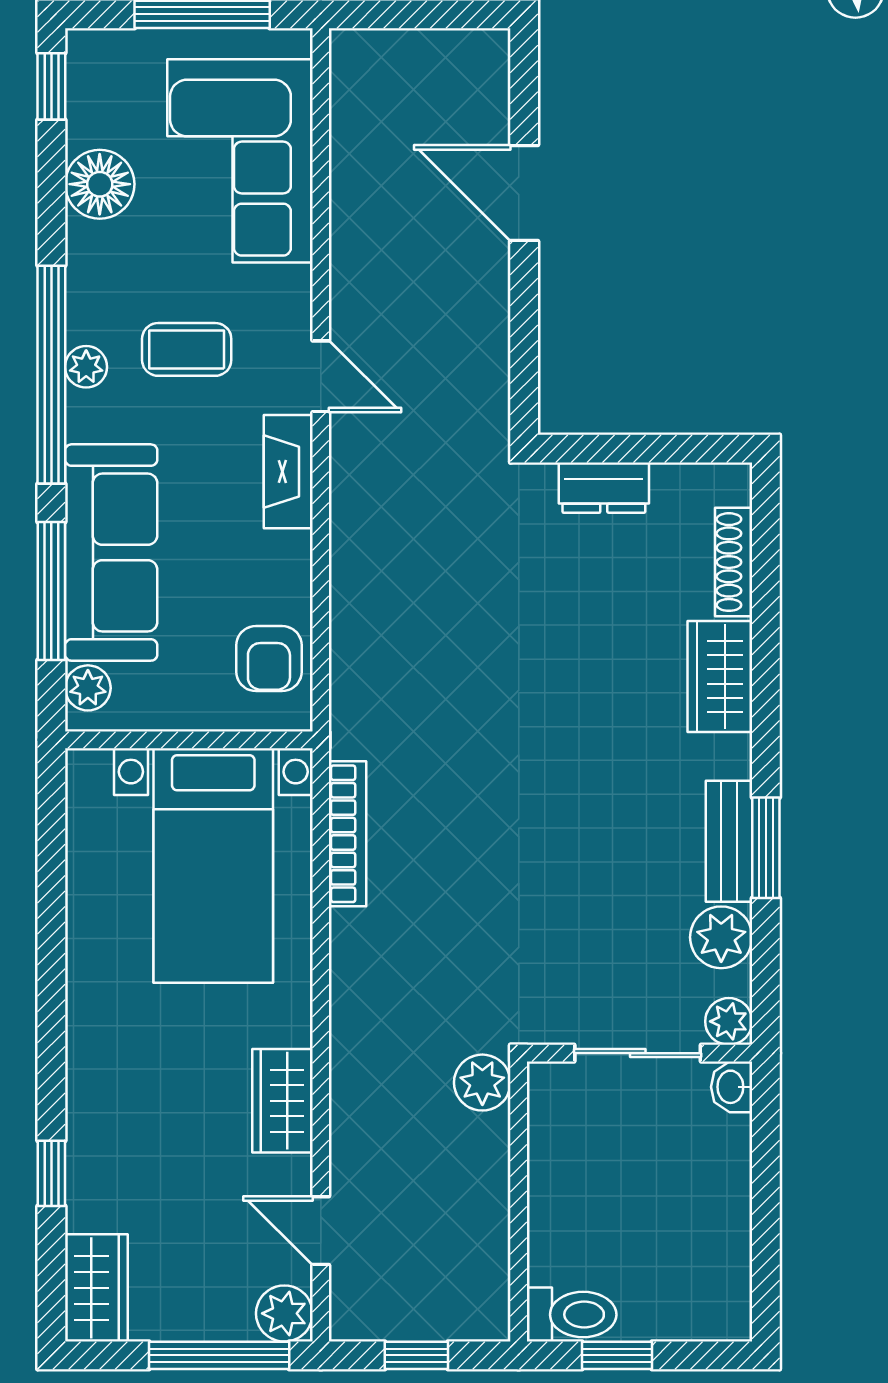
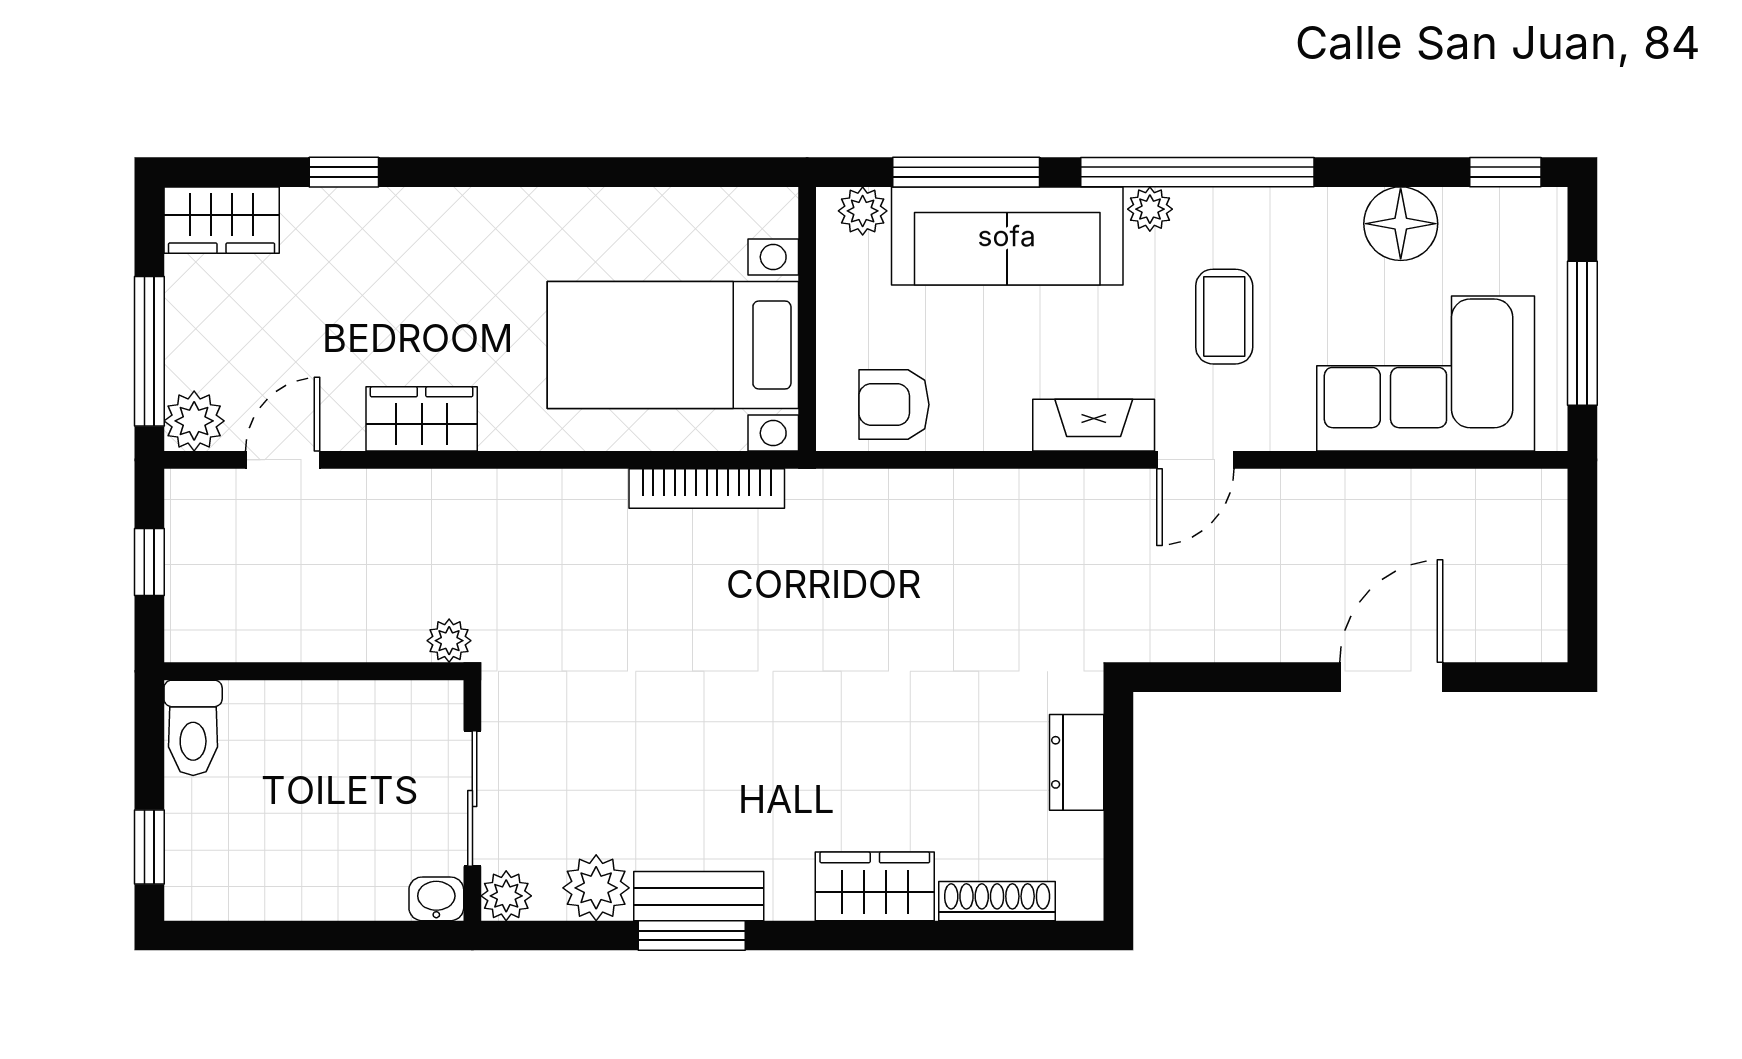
plant: (86, 367) -> (1150, 209), moved
plant: (482, 1083) -> (449, 641), width x0.73, depth x0.73
window: (617, 1355) -> (149, 847), moved

